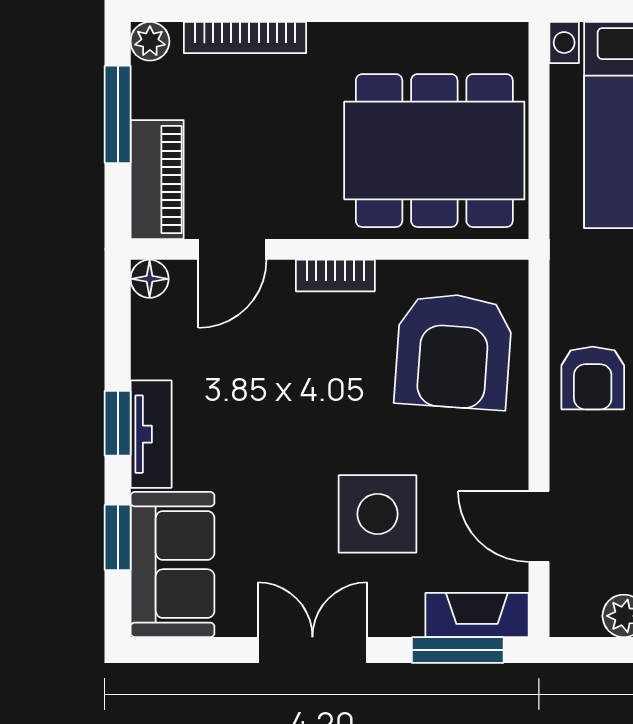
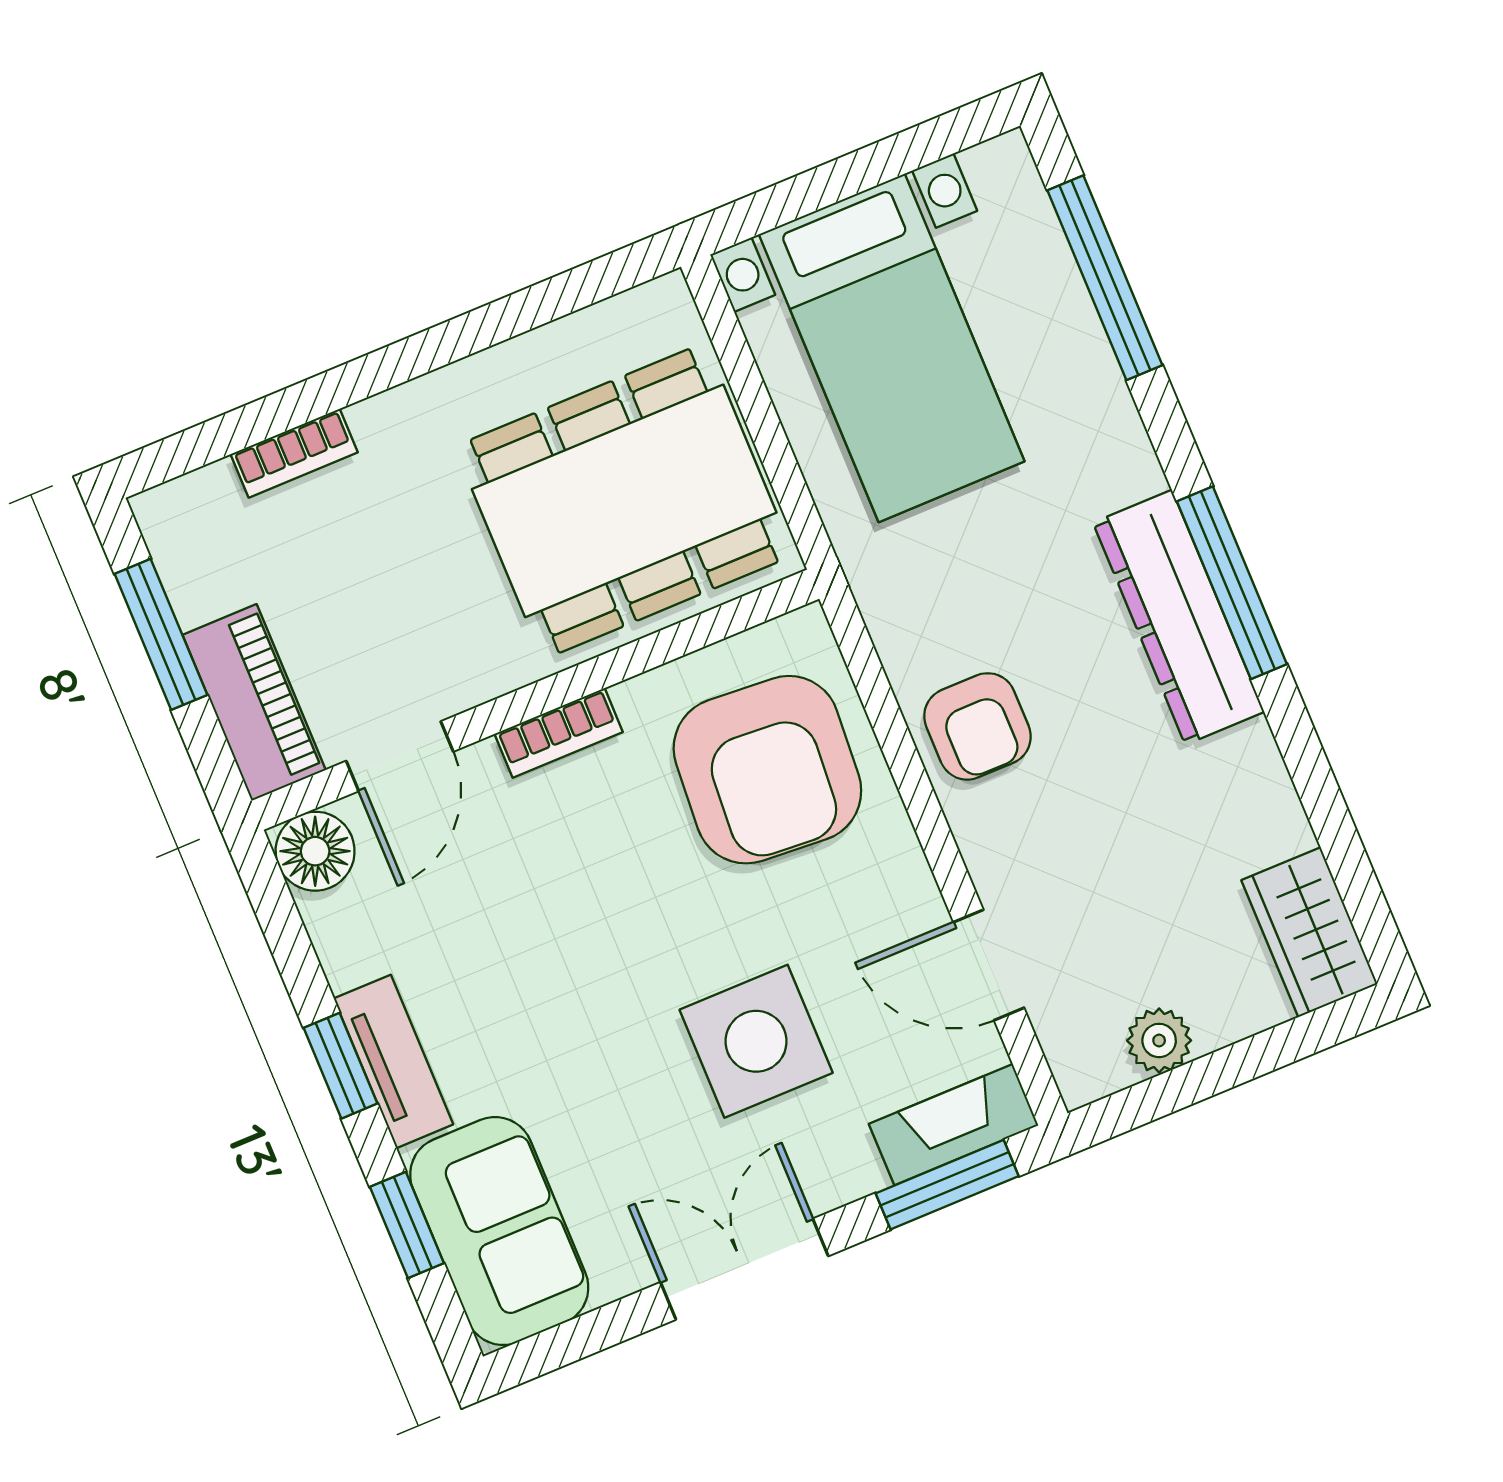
bookcase: (245, 38) -> (294, 453), width x0.64
plant: (150, 41) -> (164, 514), removed
floor lamp: (150, 279) -> (315, 851), width x1.37, depth x1.37

